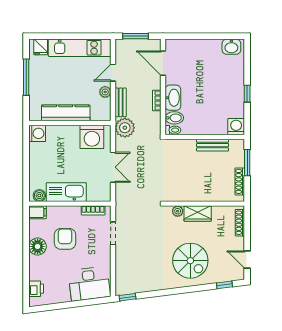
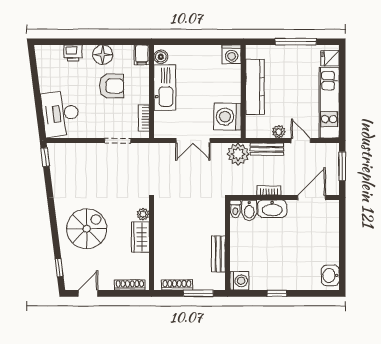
spiral stairs: (190, 261) -> (87, 229), turned 180
printer: (36, 289) -> (73, 53), moved

